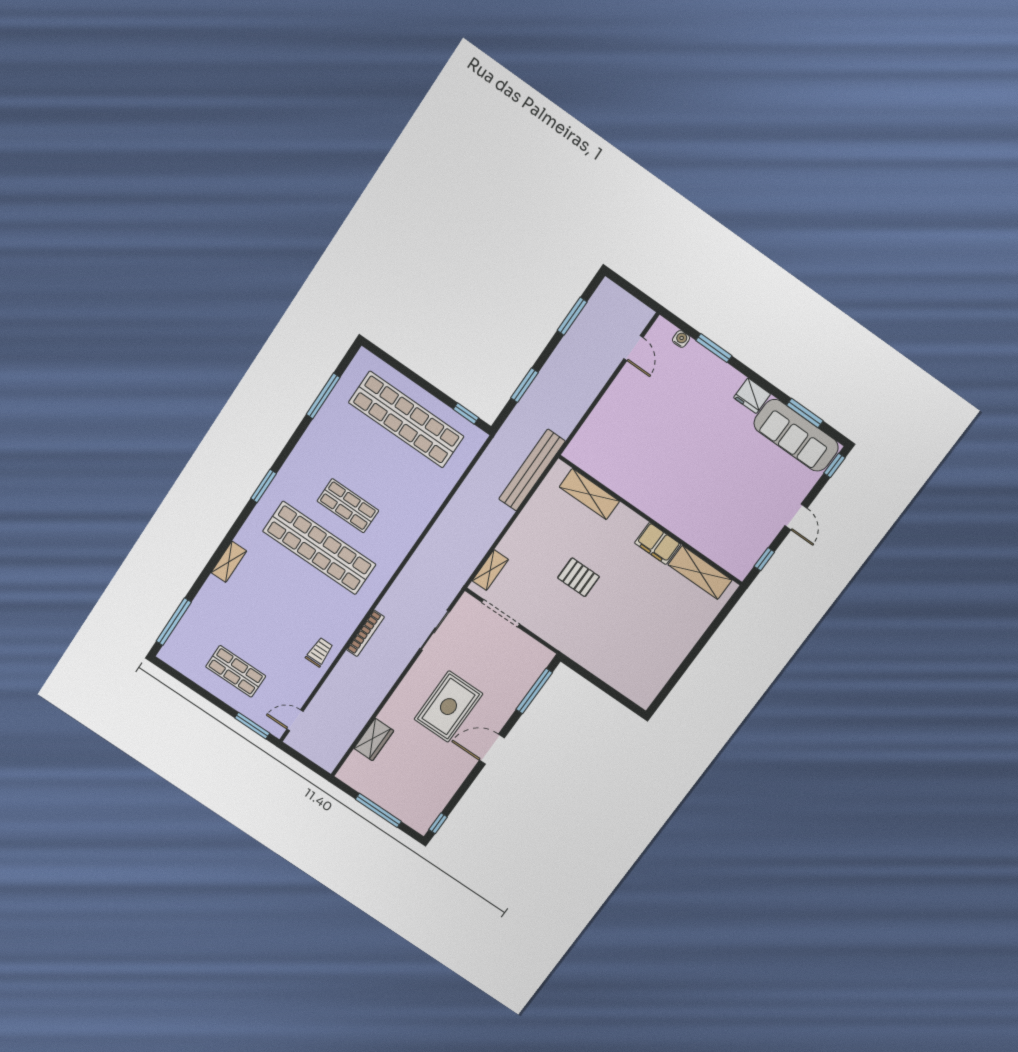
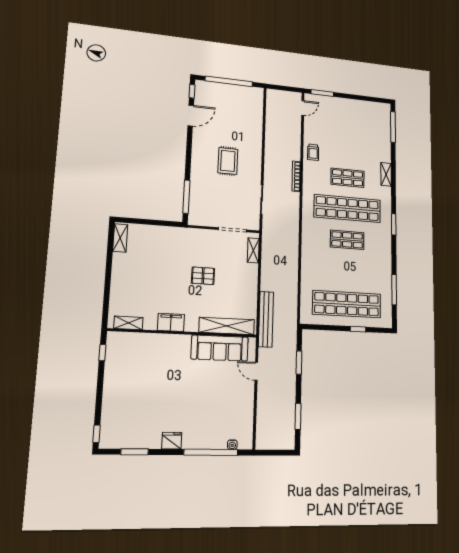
door: (633, 348) -> (256, 371), moved
window: (714, 348) -> (211, 452), width x2.11
window: (466, 414) -> (358, 329), moved
sofa: (796, 435) -> (220, 348), moved, turned 180
shelving: (589, 494) -> (227, 326), width x1.47
door: (796, 517) -> (100, 389), removed
shelving: (700, 572) -> (128, 323), width x0.67, depth x0.75
shop shelf: (236, 671) -> (348, 178), moved
shelving: (652, 687) -> (120, 238), added
rug: (448, 707) -> (228, 161), width x0.73, depth x0.70
wardrobe: (374, 740) -> (256, 120), removed
door: (492, 749) -> (191, 116), moved
window: (378, 810) -> (229, 81), width x1.46

